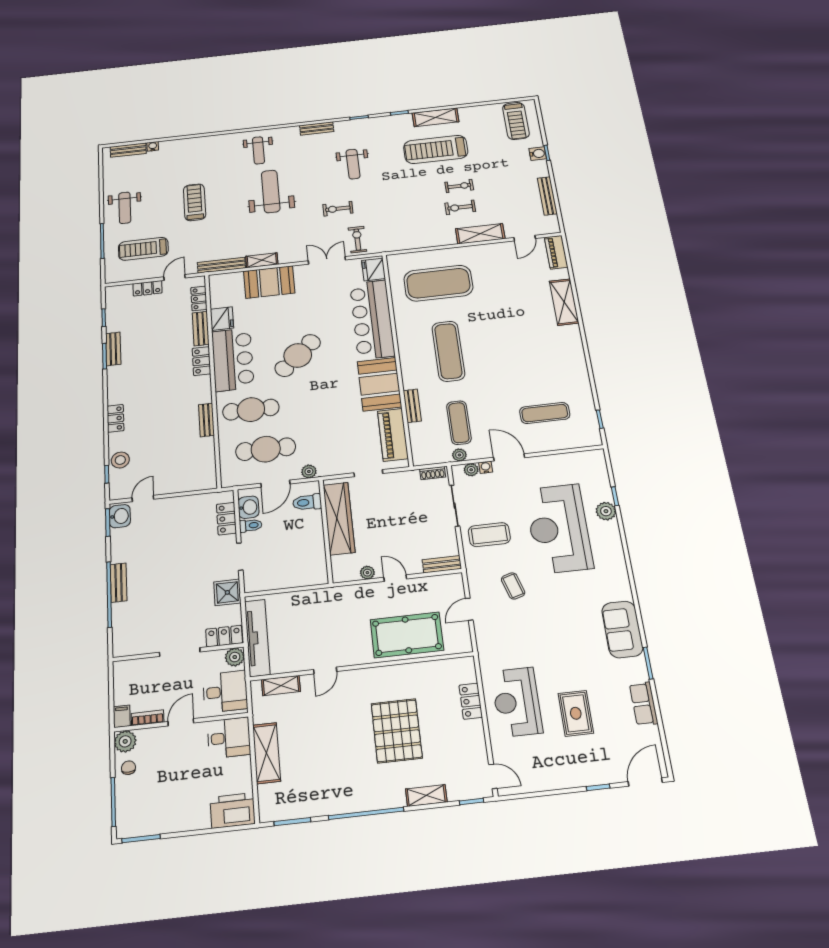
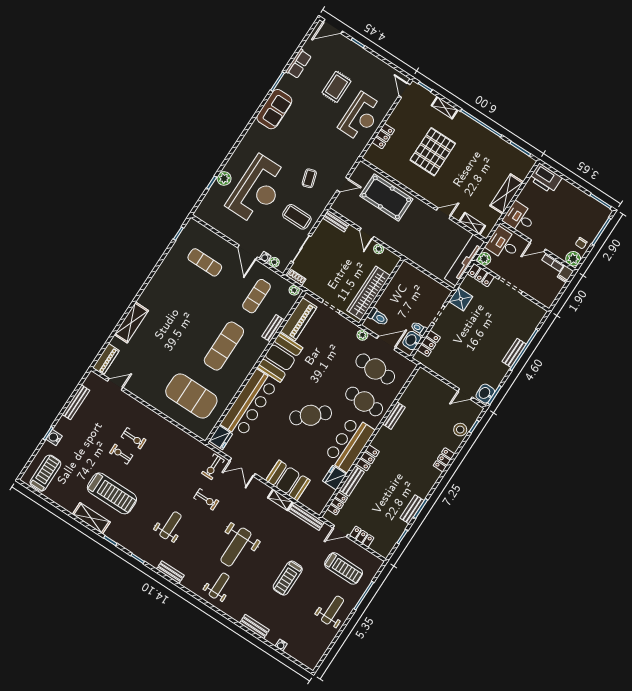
bench: (128, 150) -> (254, 626), moved
shelving: (480, 234) -> (138, 409), removed
plant: (459, 455) -> (294, 290), moved

